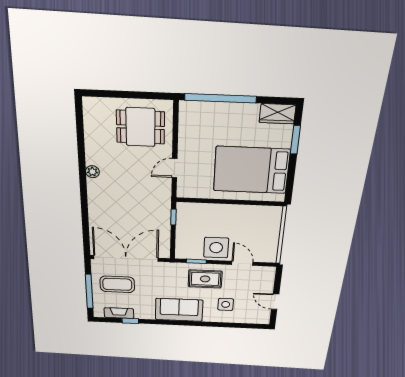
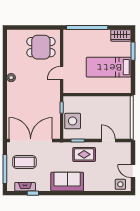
bed: (251, 170) -> (109, 67), width x0.67
side table: (216, 248) -> (73, 121), moved
side table: (226, 304) -> (120, 184), moved

